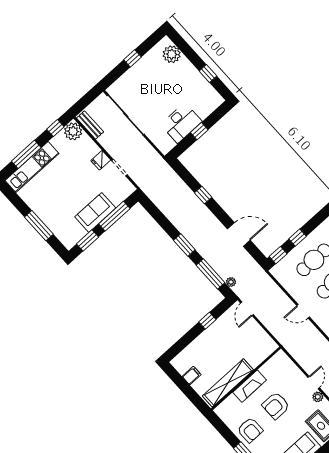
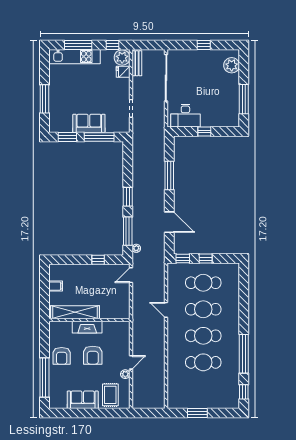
window: (208, 74) -> (244, 99), width x2.17
desk: (181, 123) -> (185, 116), moved
fridge: (101, 160) -> (123, 72), moved
window: (203, 195) -> (169, 175), width x2.17
armchair: (276, 406) -> (93, 355), turned -90

